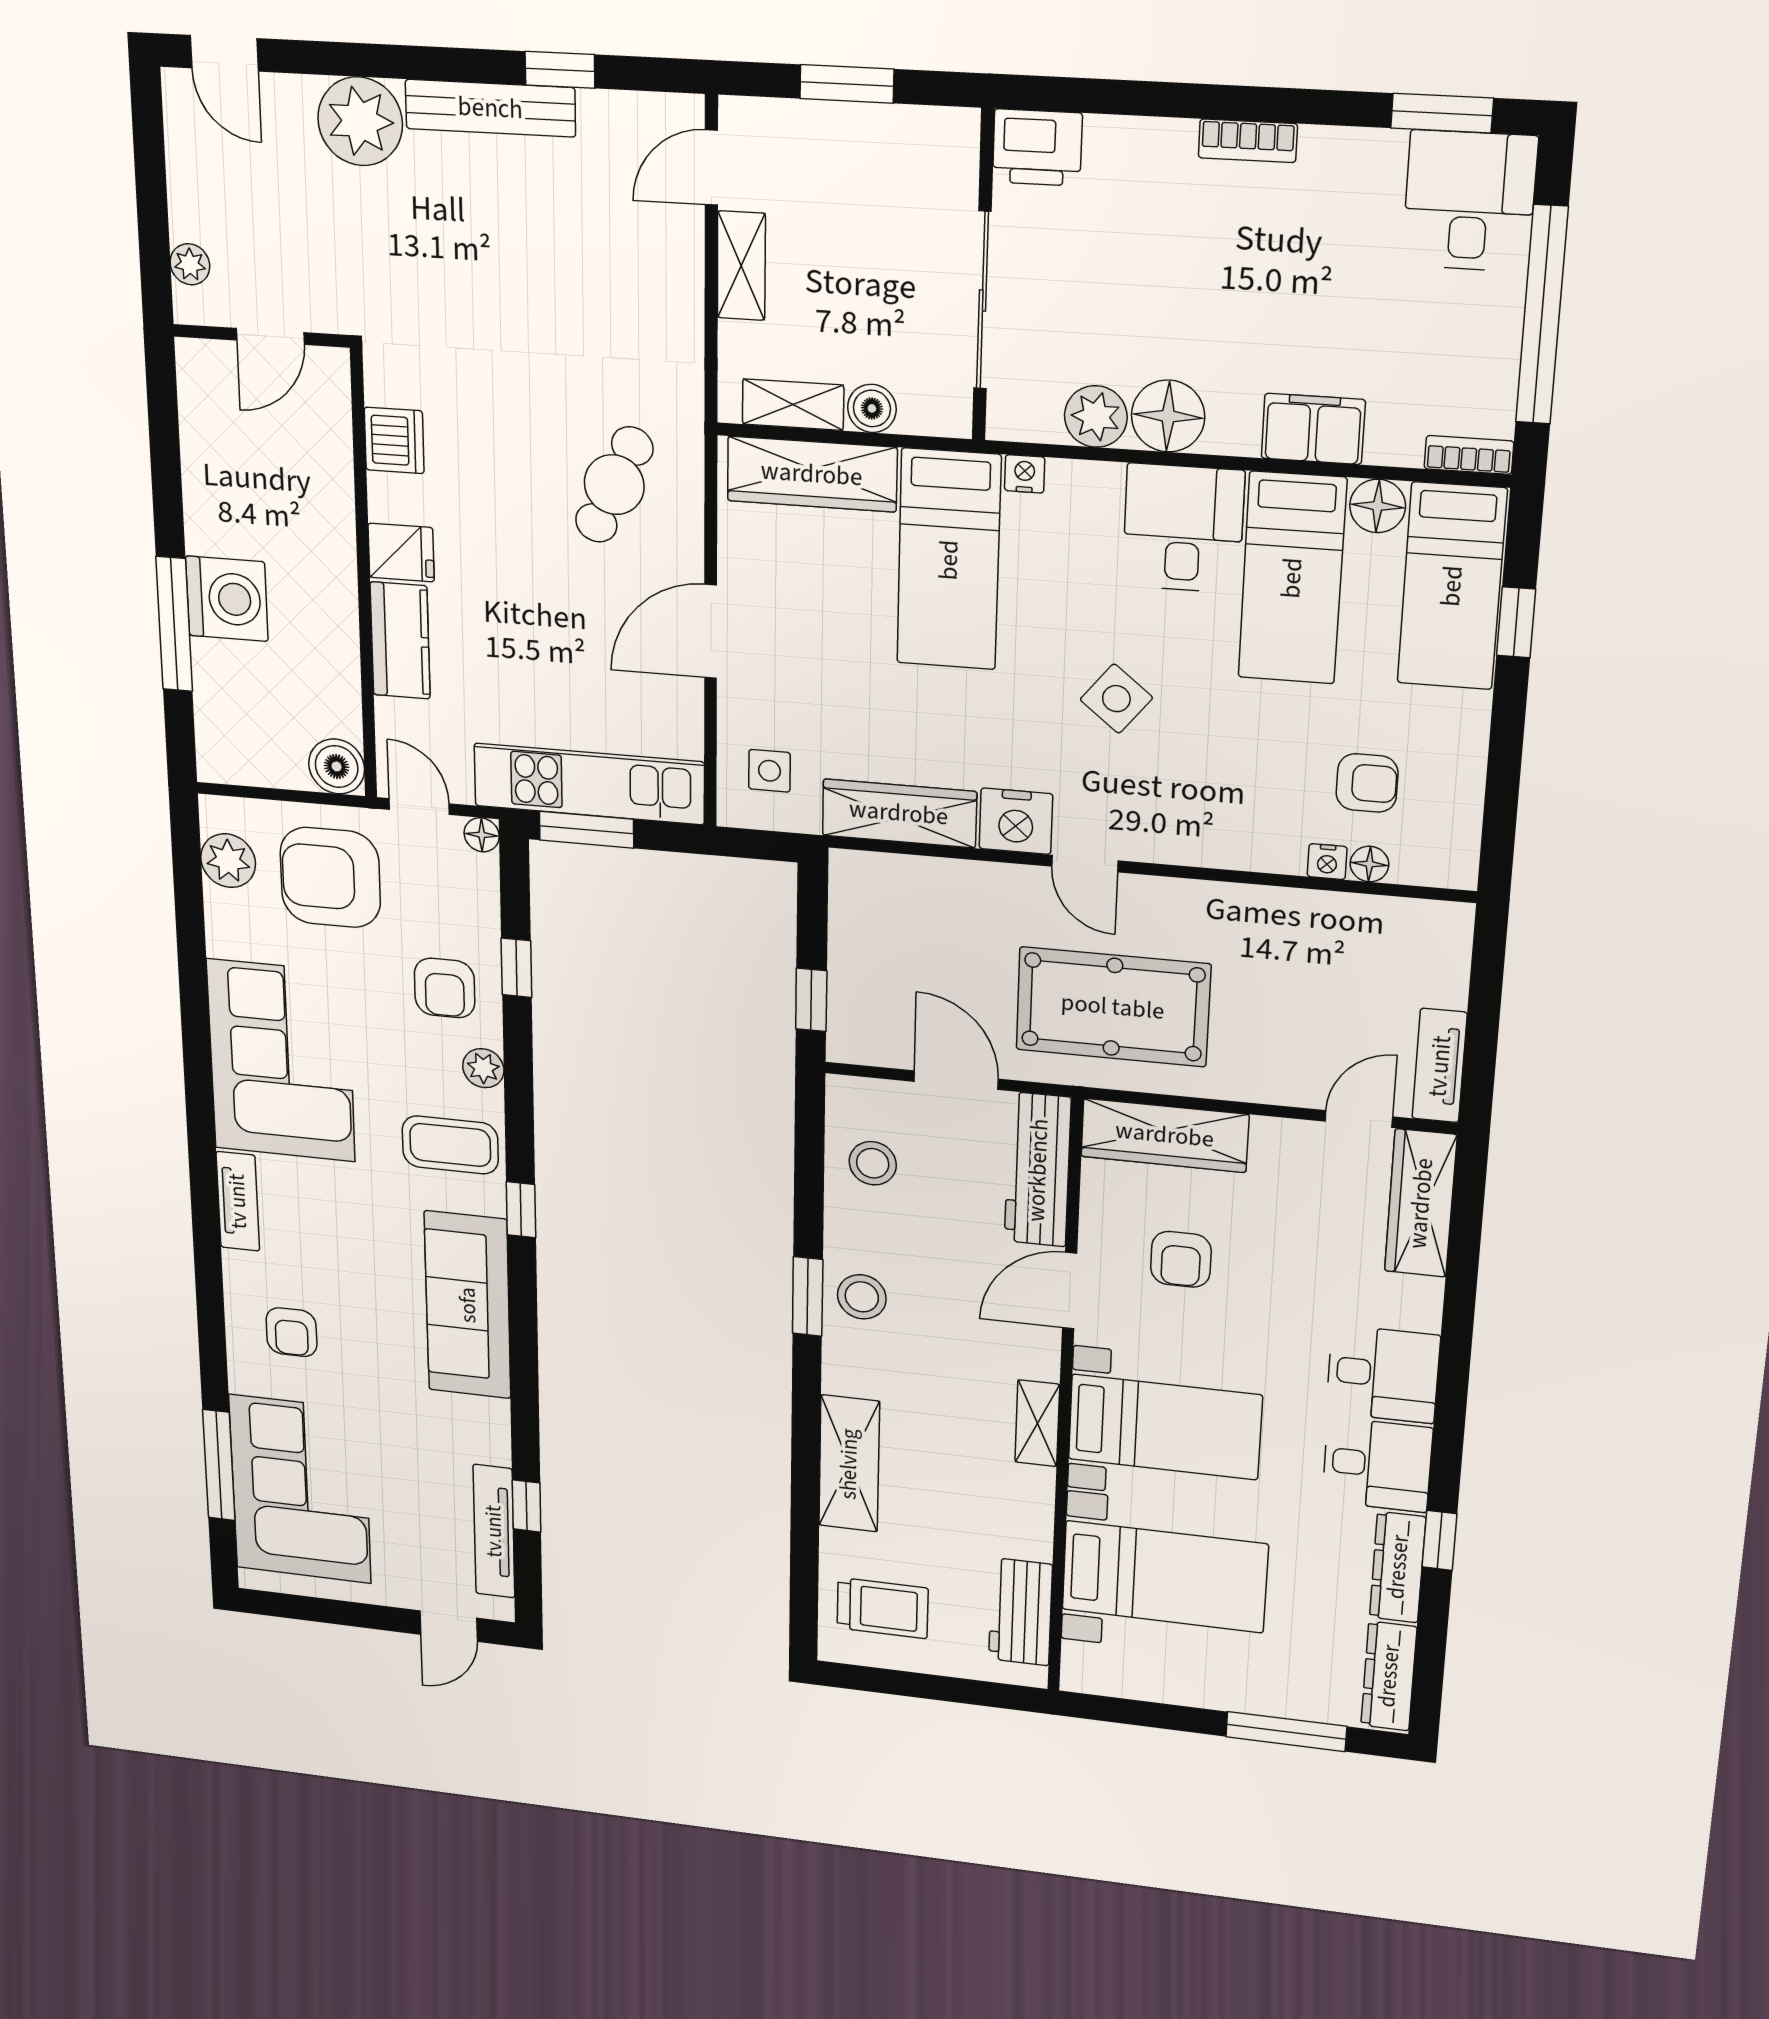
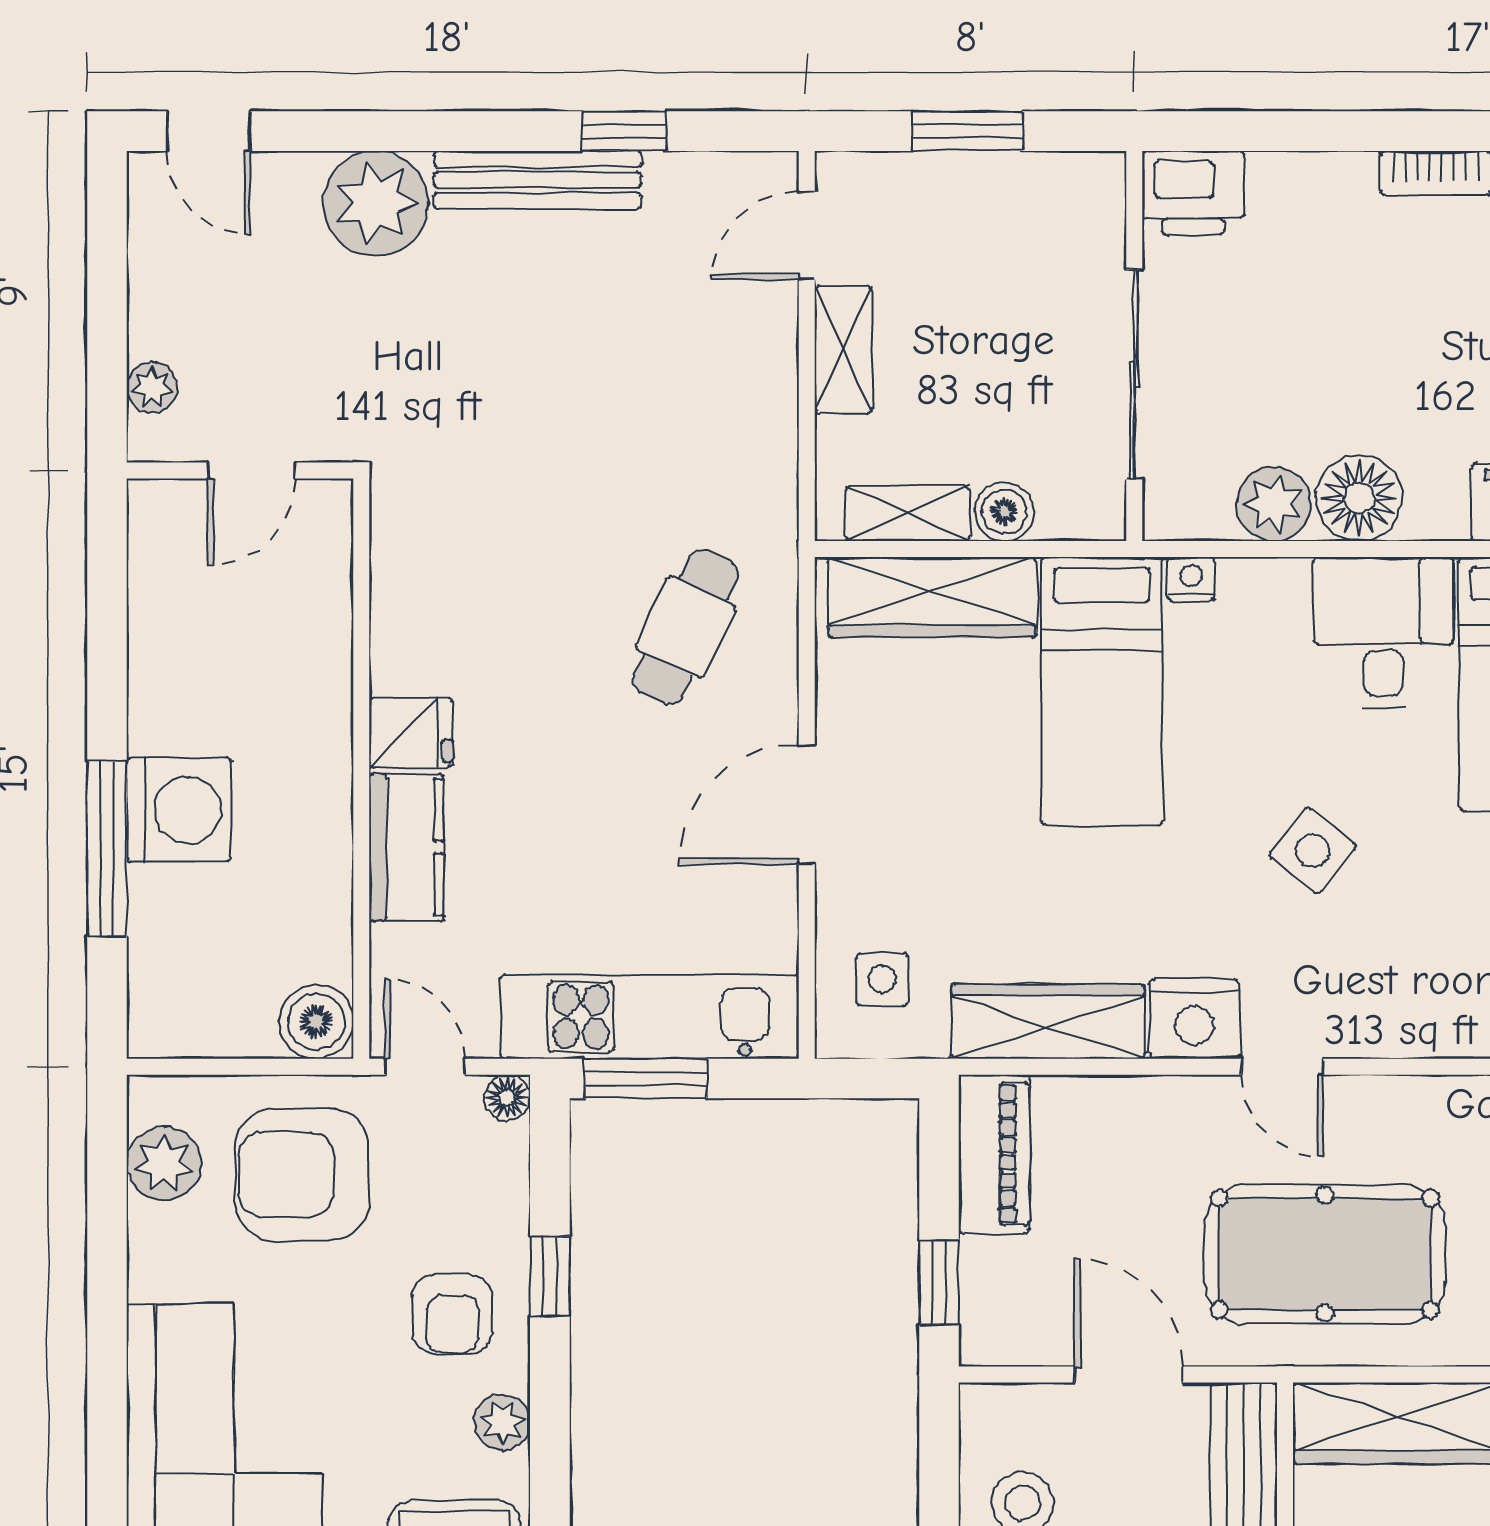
dishwasher: (394, 440) -> (406, 591), removed
piano: (855, 909) -> (994, 1154), added

